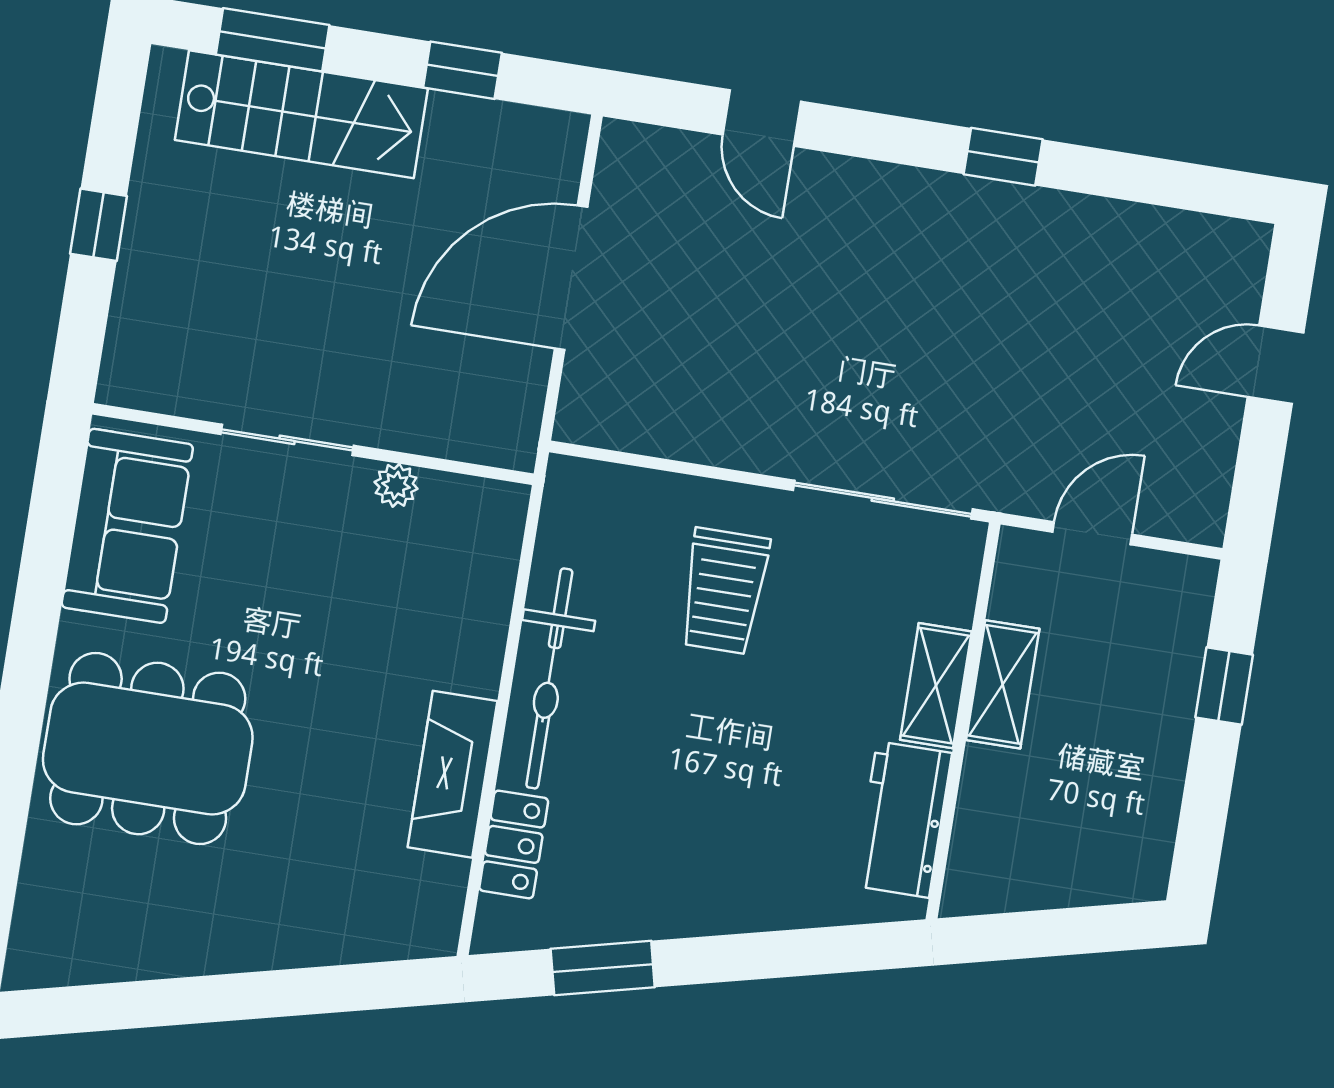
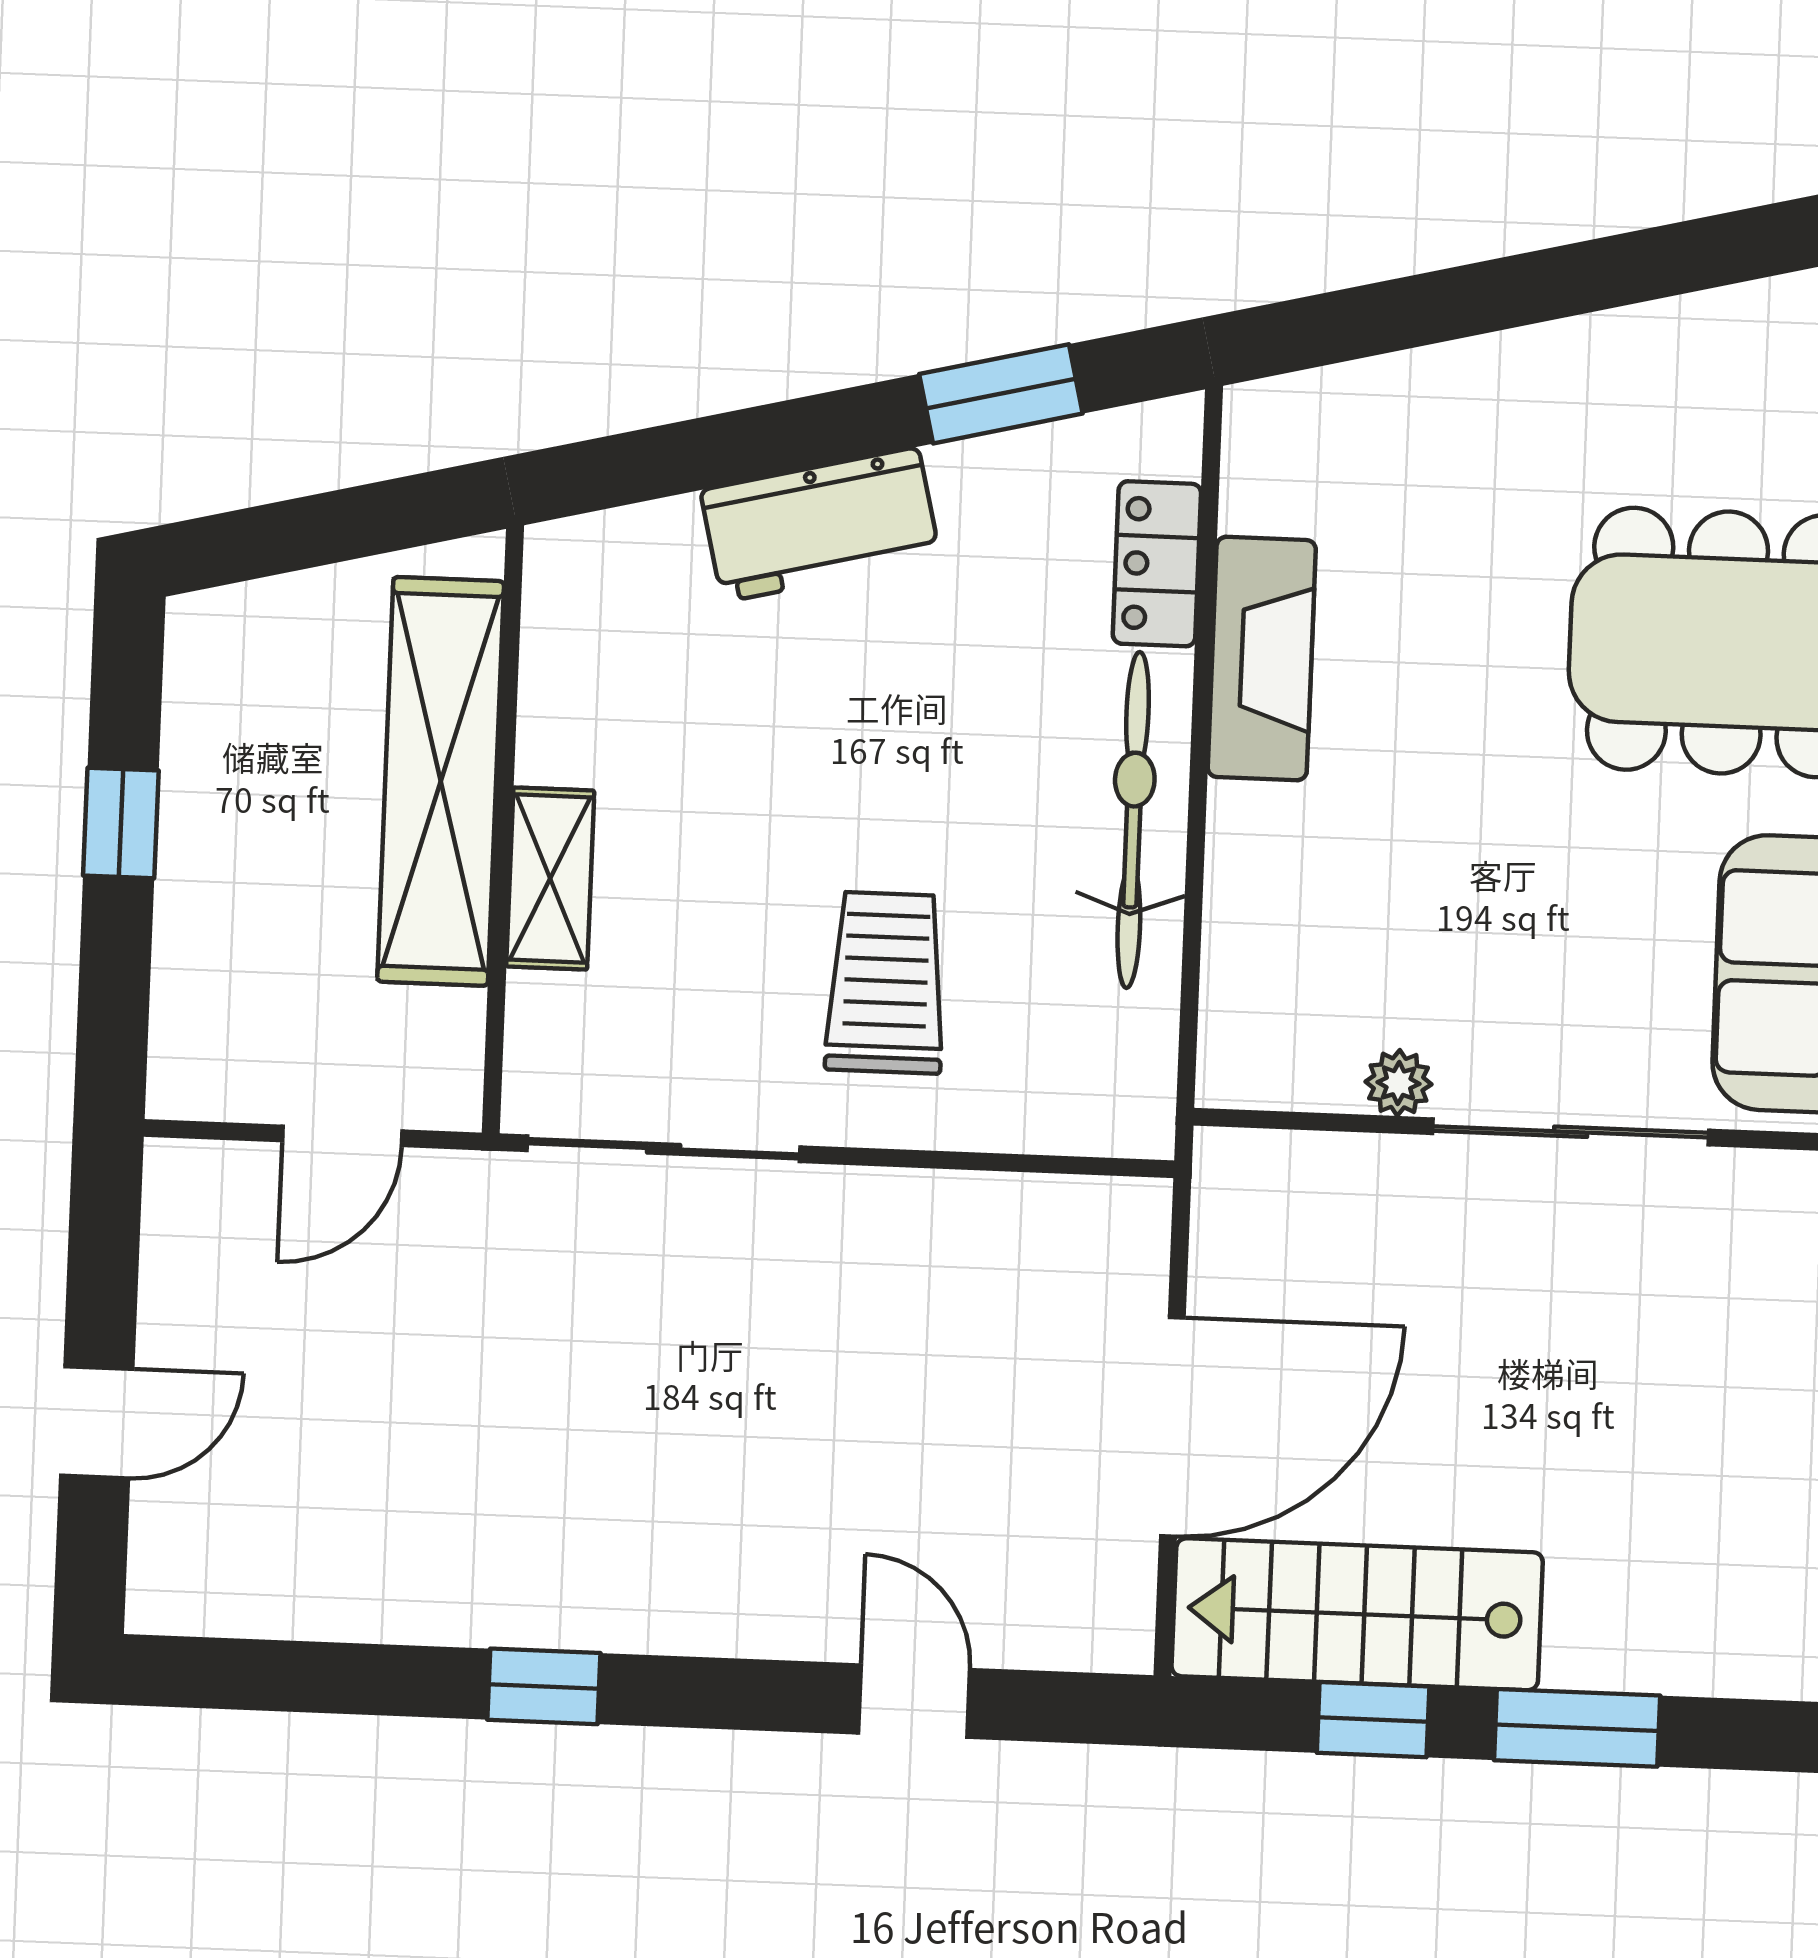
window: (273, 40) -> (1577, 1728), moved
stairs: (301, 114) -> (1357, 1614), moved
sliding door: (287, 440) -> (1571, 1132), width x1.37
shelving: (1003, 684) -> (441, 781), width x2.20, depth x1.33
window: (1224, 686) -> (121, 823), moved
workbench: (903, 820) -> (820, 525), moved, turned 76

